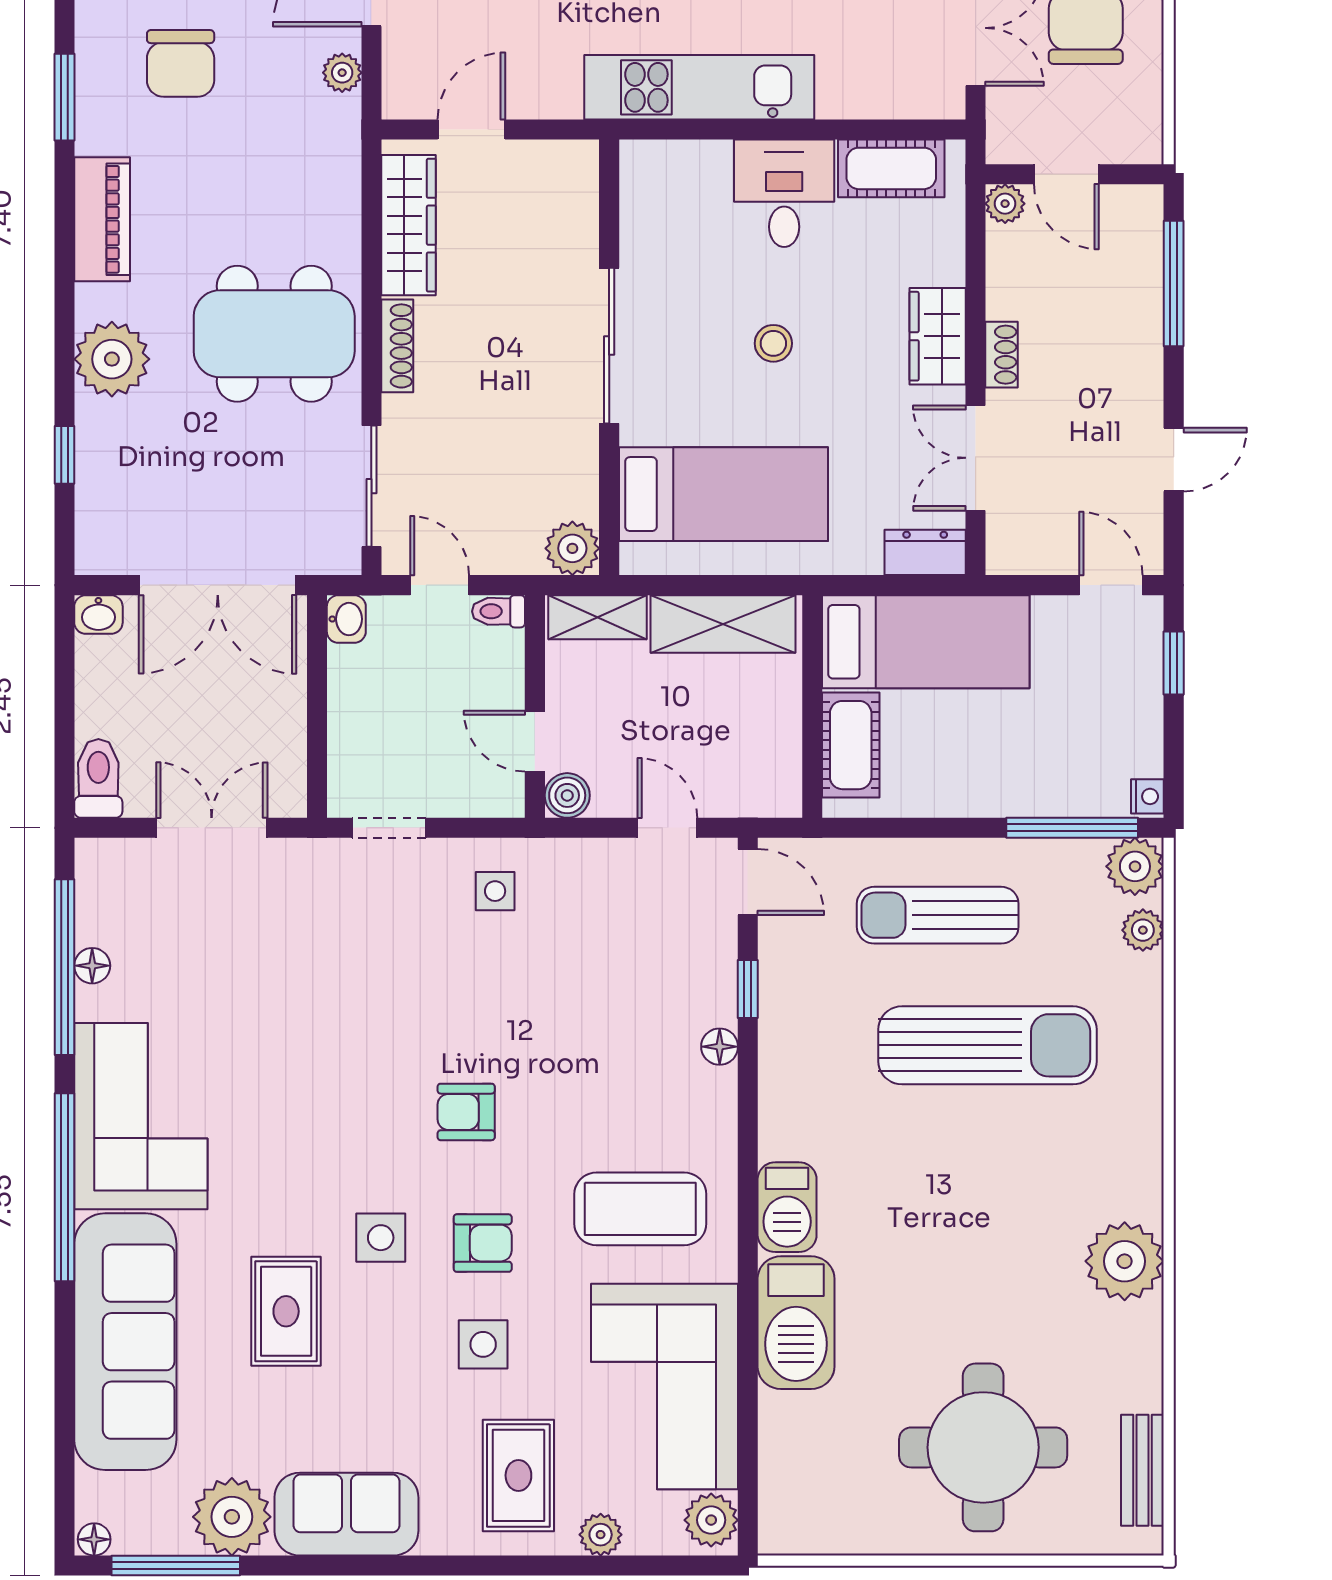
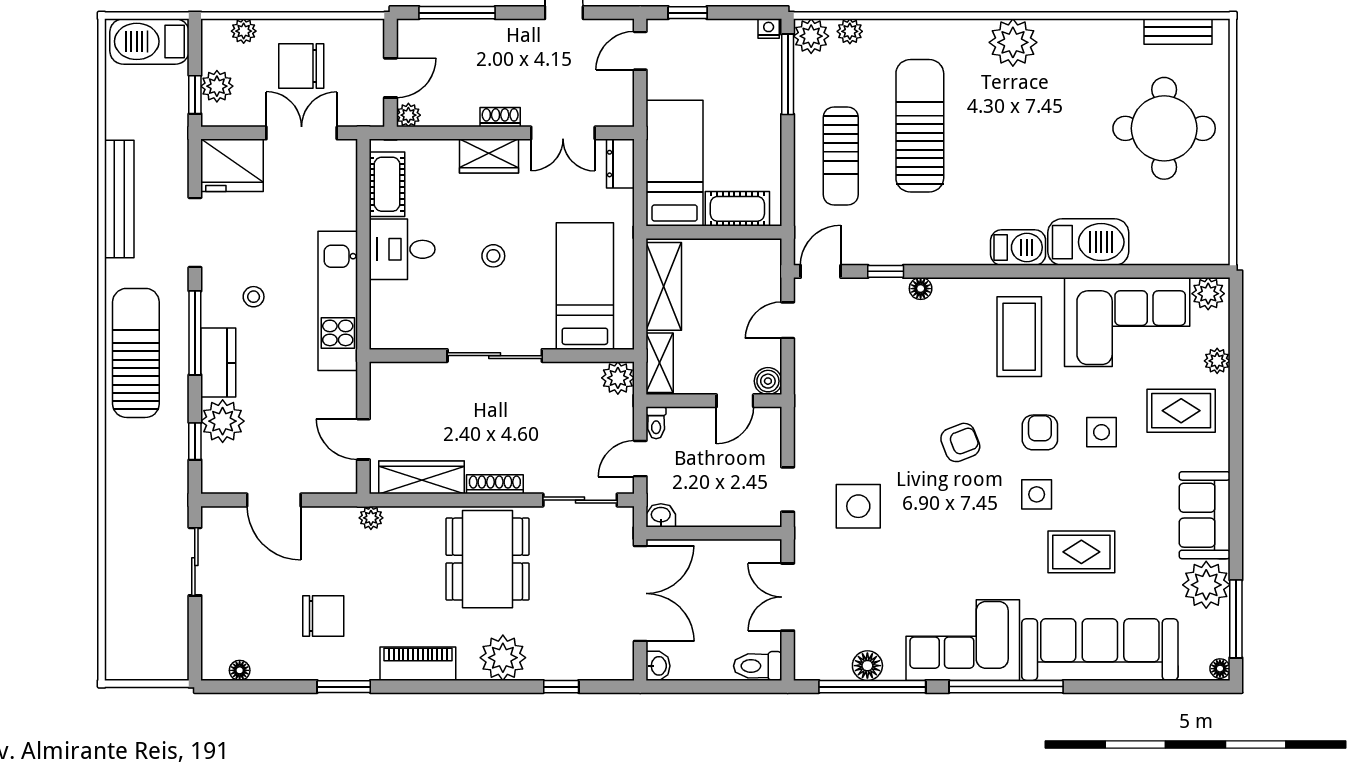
plant: (342, 73) -> (371, 518), moved
side table: (495, 891) -> (858, 506), moved, width x1.87, depth x1.87
floor lamp: (92, 966) -> (867, 666), width x1.37, depth x1.37
armchair: (466, 1112) -> (960, 442), turned -111
plant: (1125, 1261) -> (1013, 42), moved

